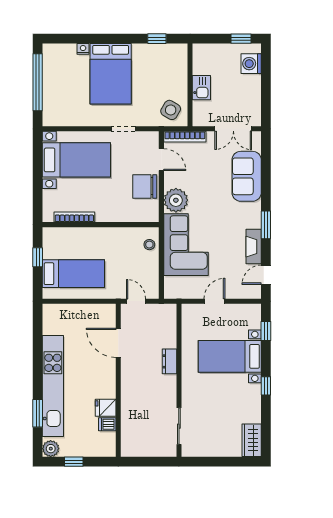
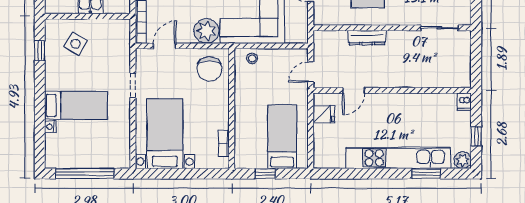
bed: (111, 74) -> (76, 105), width x0.67
side table: (171, 110) -> (76, 44), moved
chair: (145, 186) -> (209, 69), moved
bookcase: (74, 217) -> (224, 143), width x0.64
door: (118, 343) -> (354, 90), width x0.73
dresser: (169, 361) -> (367, 38), width x1.44
fridge: (106, 408) -> (324, 114), moved, turned -90
dishwasher: (107, 424) -> (464, 102), moved

